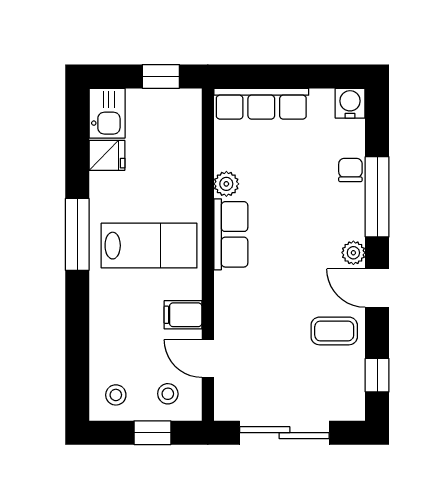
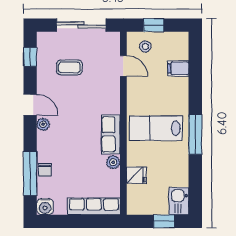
window: (161, 76) -> (164, 221), moved
fridge: (107, 155) -> (136, 175), moved, turned 180
window: (377, 197) -> (30, 173), moved
filing cabinet: (183, 315) -> (178, 68), moved, turned 180
coffee table: (334, 331) -> (69, 67), moved
stool: (116, 395) -> (174, 46), removed

